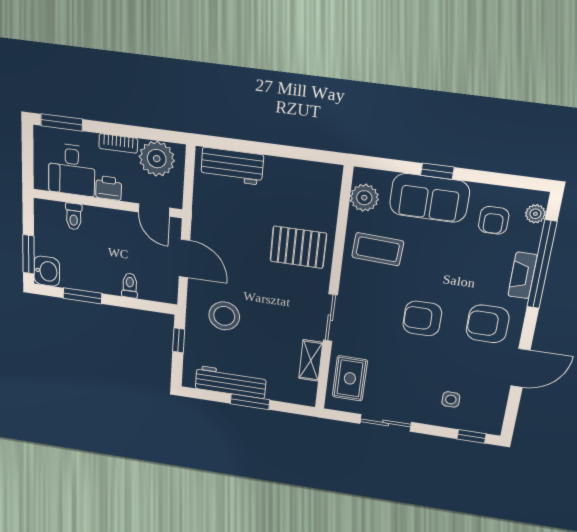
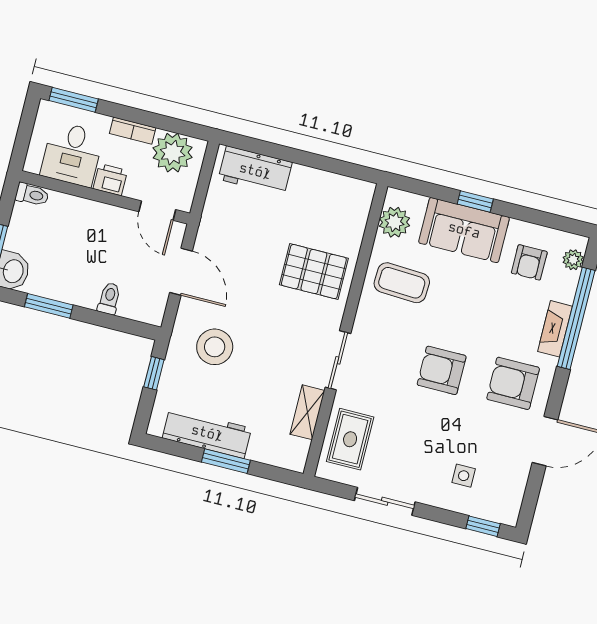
toilet: (74, 216) -> (32, 195), moved, turned -90

